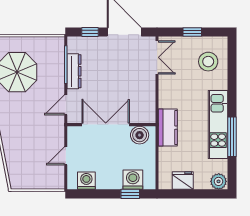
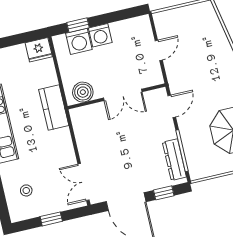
stool: (208, 62) -> (26, 190), width x0.53, depth x0.53
dresser: (74, 71) -> (174, 160), moved
double door: (106, 125) -> (123, 95), width x0.73
washing machine: (86, 181) -> (100, 35), moved
fridge: (183, 181) -> (39, 50), moved

